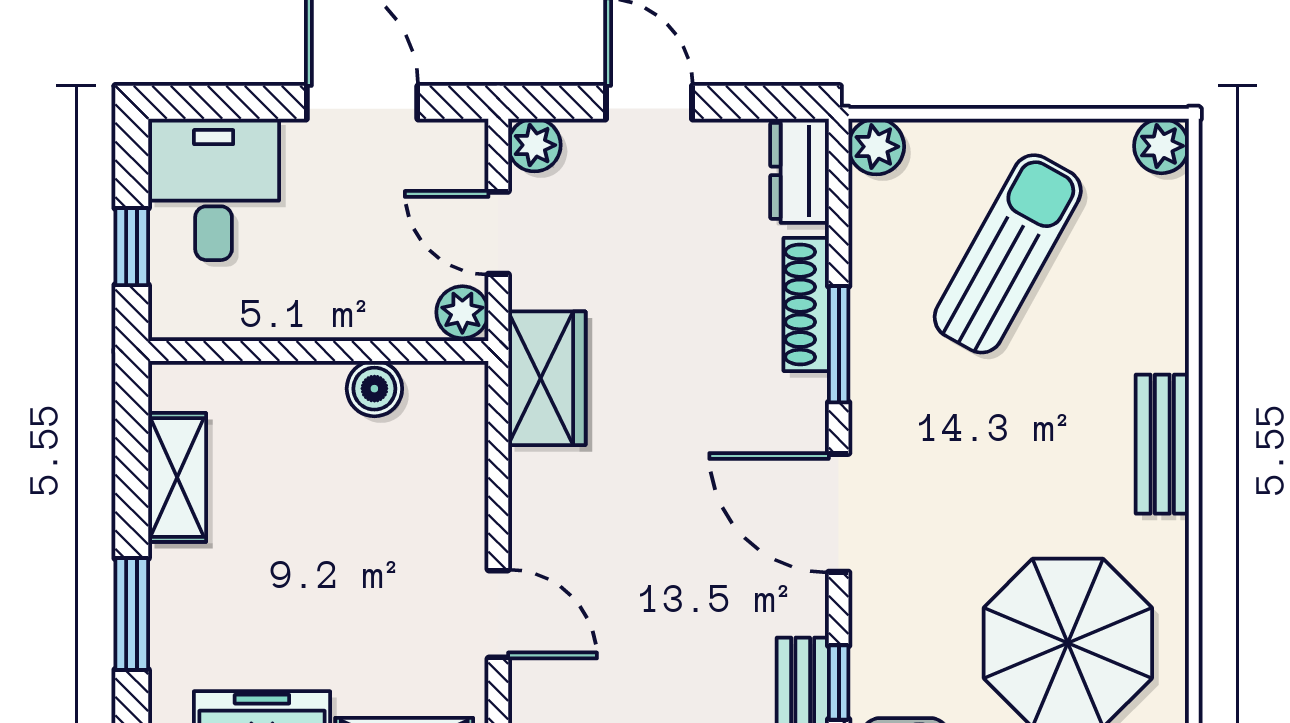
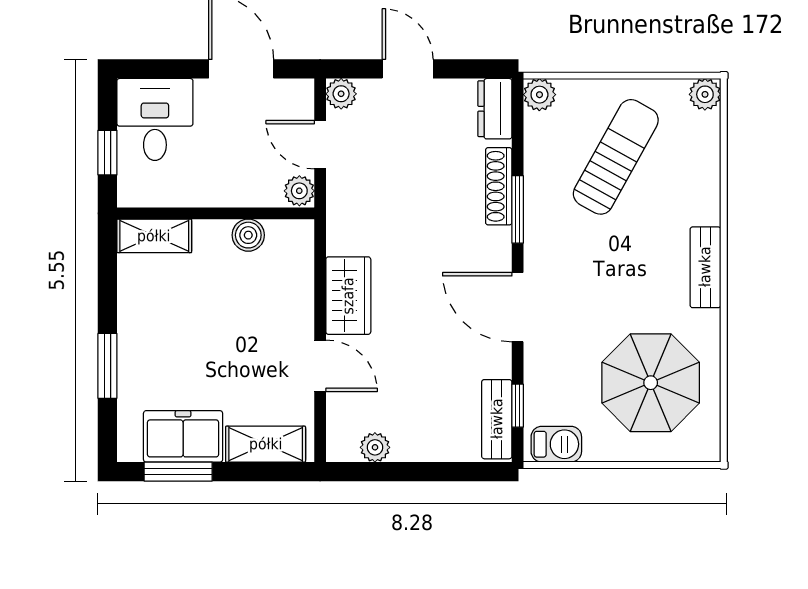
wardrobe: (547, 378) -> (348, 296), moved
shelving: (177, 477) -> (154, 236), moved, turned 90

